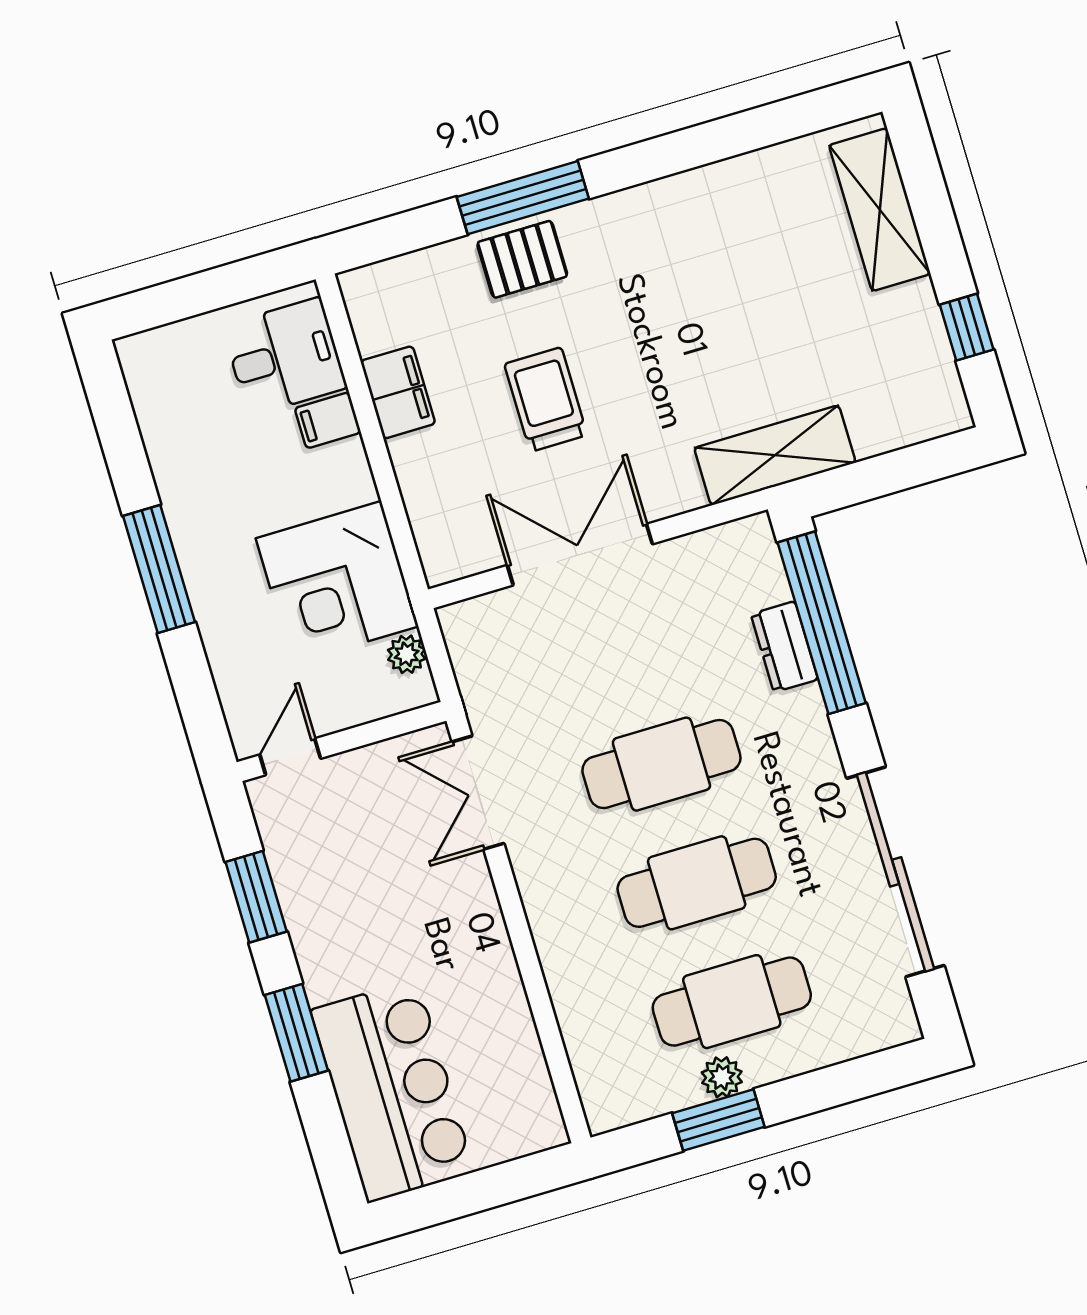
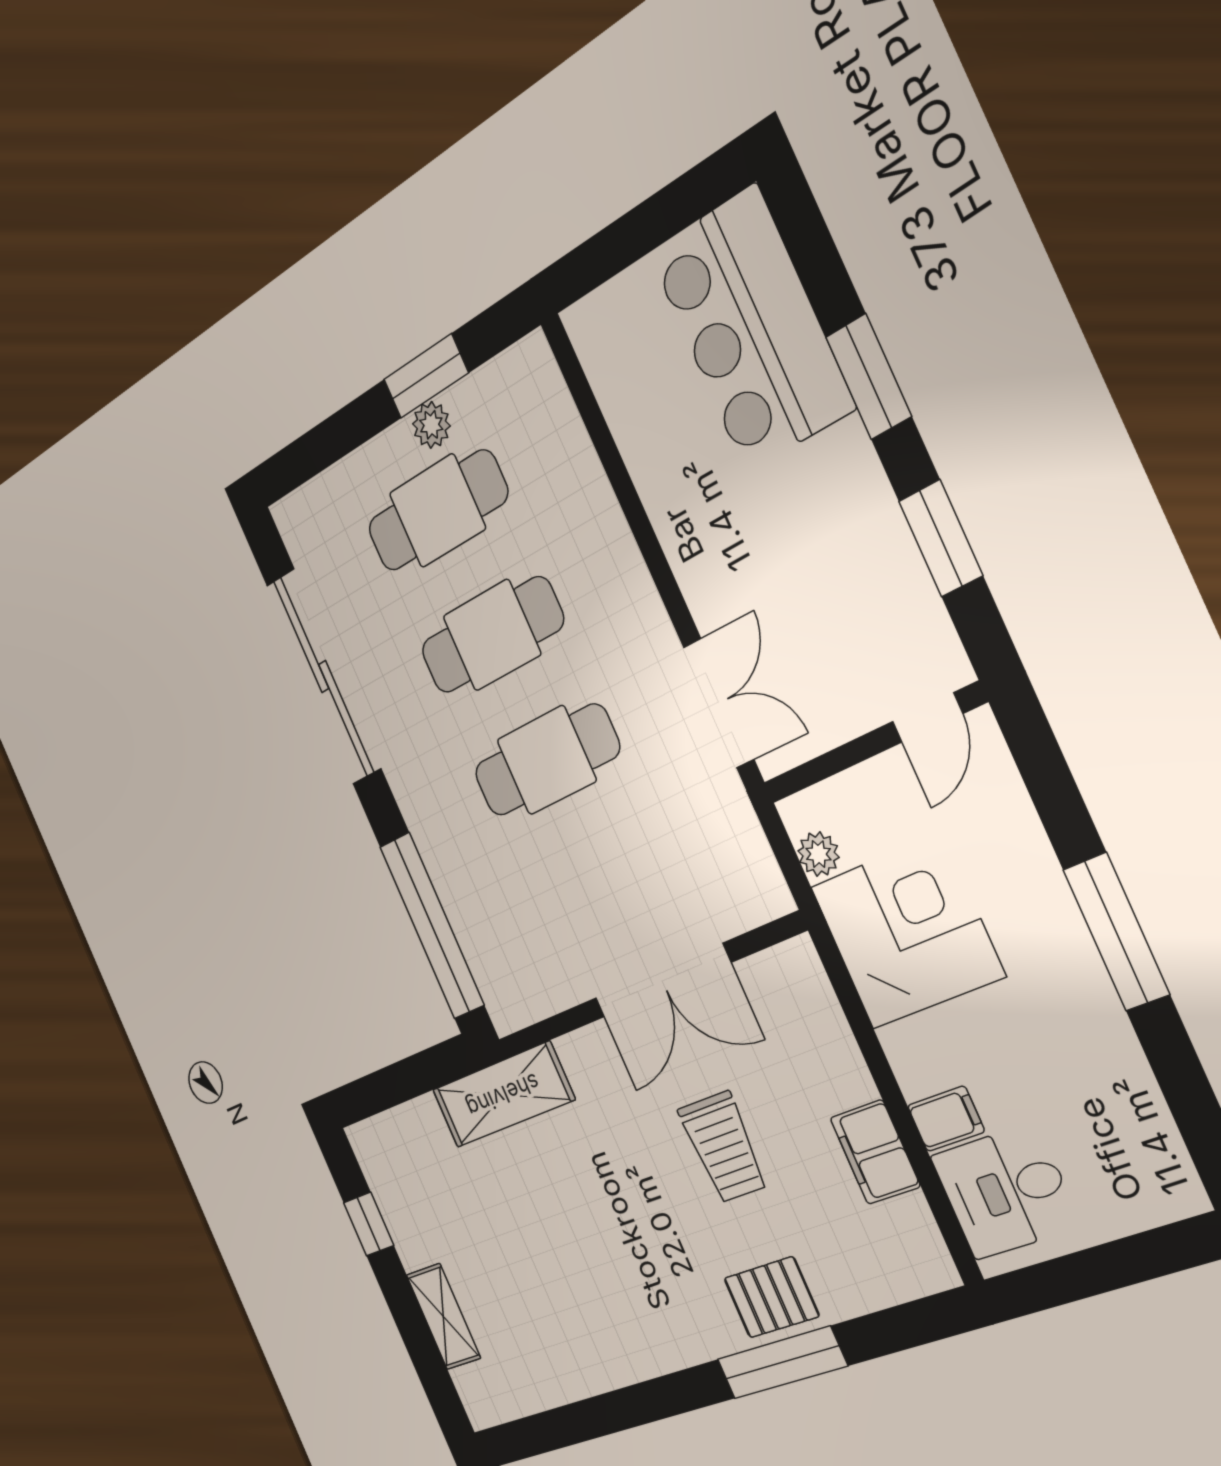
shelving: (880, 210) -> (443, 1316), width x0.67, depth x0.75
dresser: (784, 647) -> (459, 898), removed

